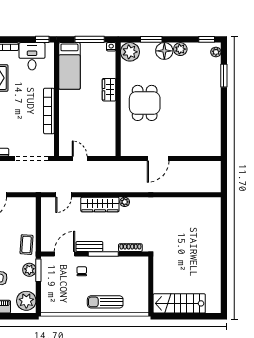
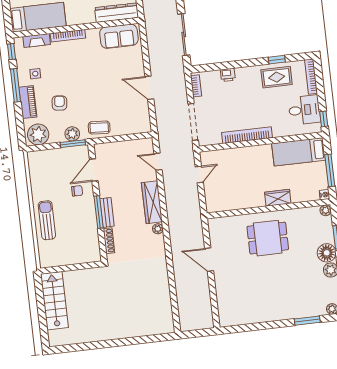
plant: (130, 52) -> (326, 210), width x0.53, depth x0.53
bench: (89, 246) -> (107, 212), moved
door: (64, 254) -> (94, 170), swing flipped

